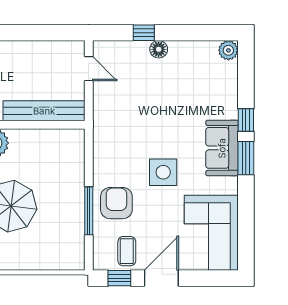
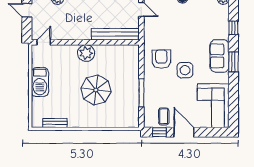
window: (246, 120) -> (233, 28), moved
armchair: (116, 203) -> (161, 59), moved
door: (161, 278) -> (184, 132), hinge flipped

